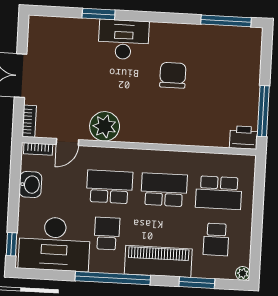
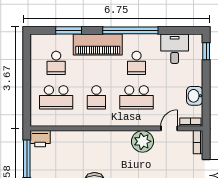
school desk: (164, 190) -> (96, 97), width x0.54
school desk: (219, 193) -> (56, 97), turned 180
school desk: (216, 239) -> (56, 63), turned 180
desk: (54, 244) -> (175, 49), width x0.53, depth x0.77
plant: (243, 273) -> (35, 39), removed

